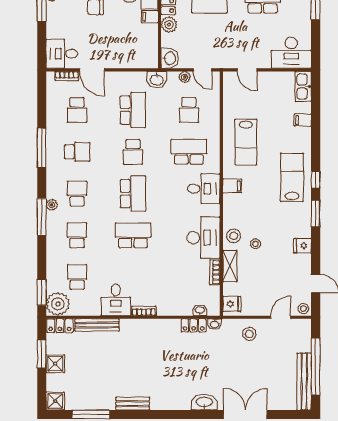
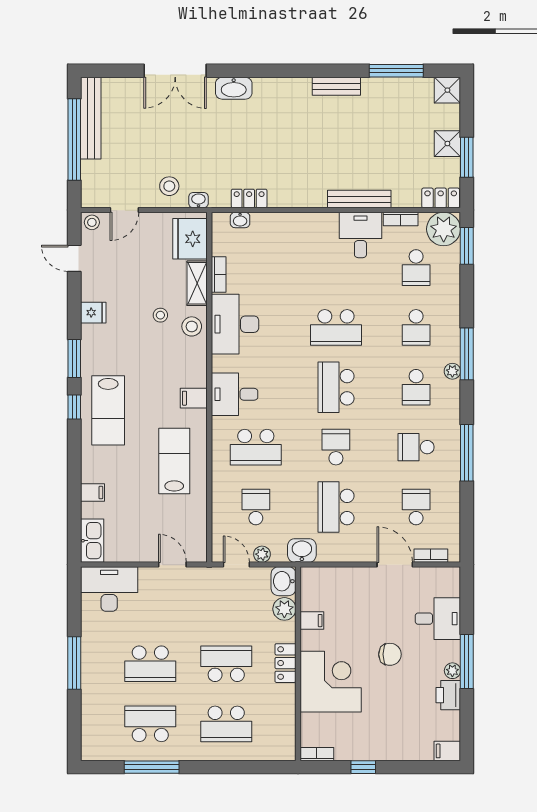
filing cabinet: (150, 17) -> (312, 621), moved
plant: (169, 25) -> (284, 609), moved
desk: (62, 54) -> (438, 619), moved
fridge: (232, 304) -> (190, 239), width x1.88, depth x1.34
bookcase: (144, 311) -> (401, 219), moved
washbasin: (215, 324) -> (198, 200), moved
bench: (97, 325) -> (359, 199), moved

